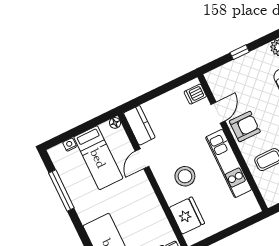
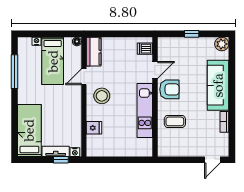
stool: (185, 176) -> (102, 96), moved
fridge: (187, 215) -> (94, 128), width x0.53, depth x0.75

